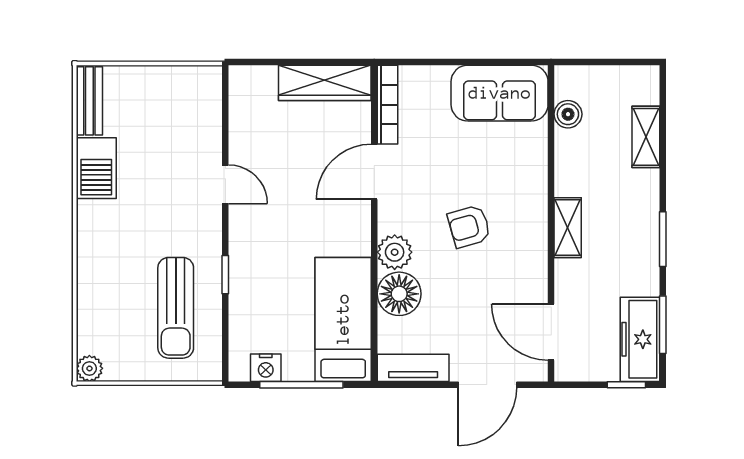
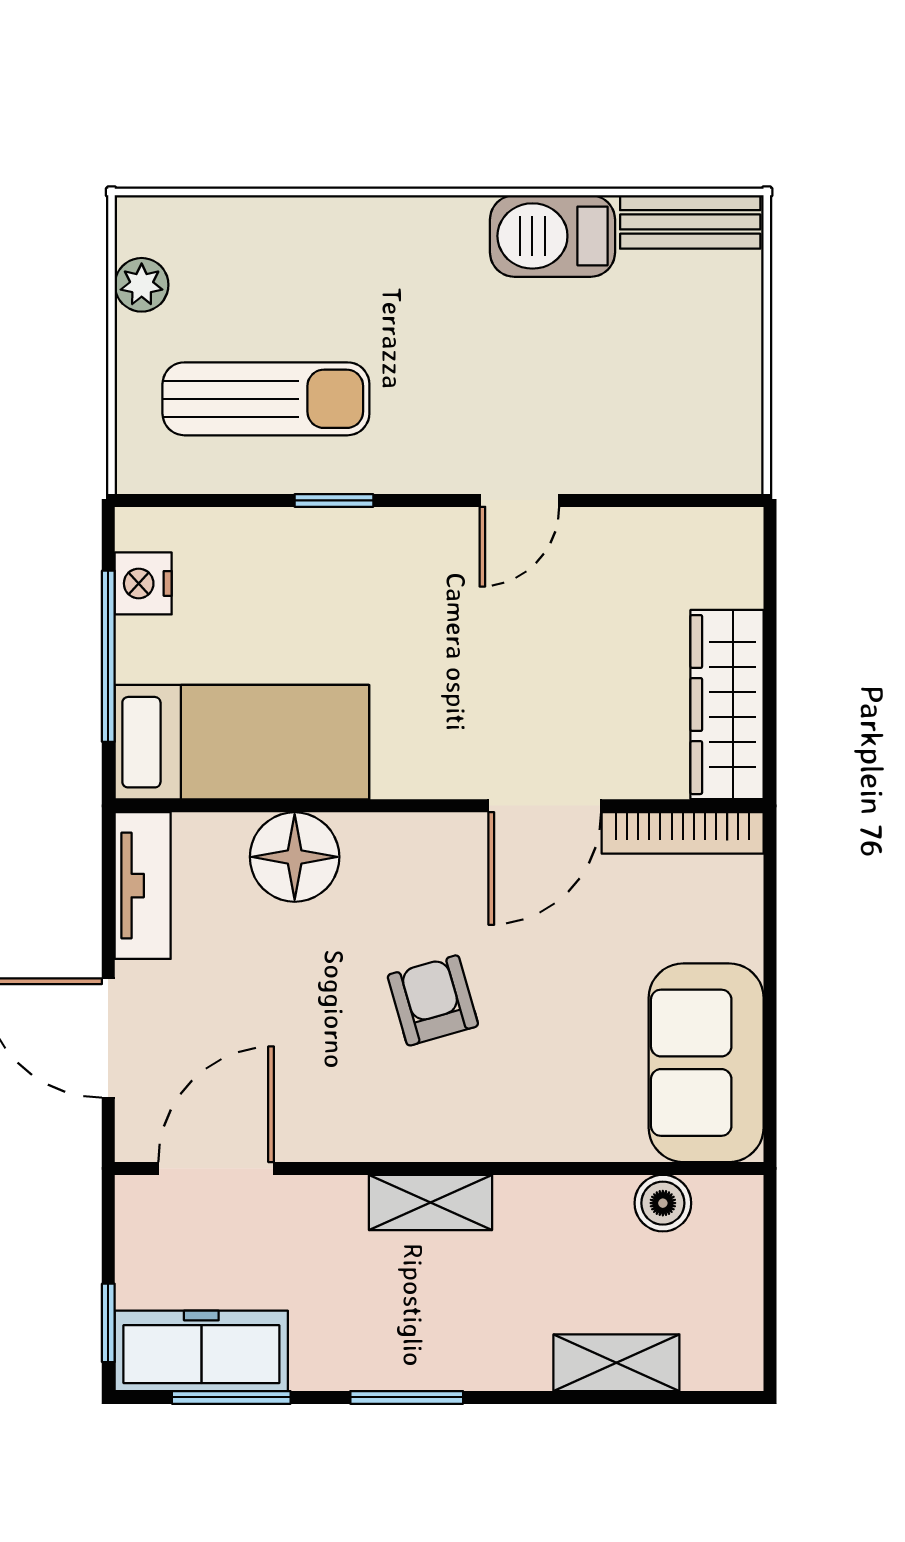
door: (374, 172) -> (545, 806), swing flipped
plant: (395, 252) -> (380, 848), removed
sun lounger: (176, 308) -> (266, 399), turned 180
plant: (89, 368) -> (142, 285), moved

